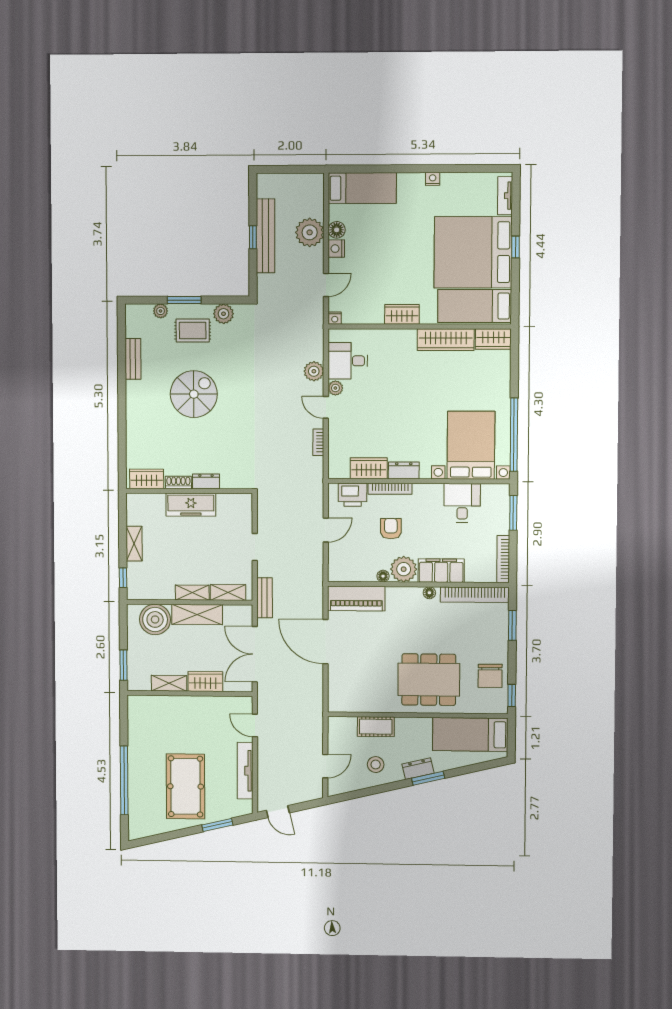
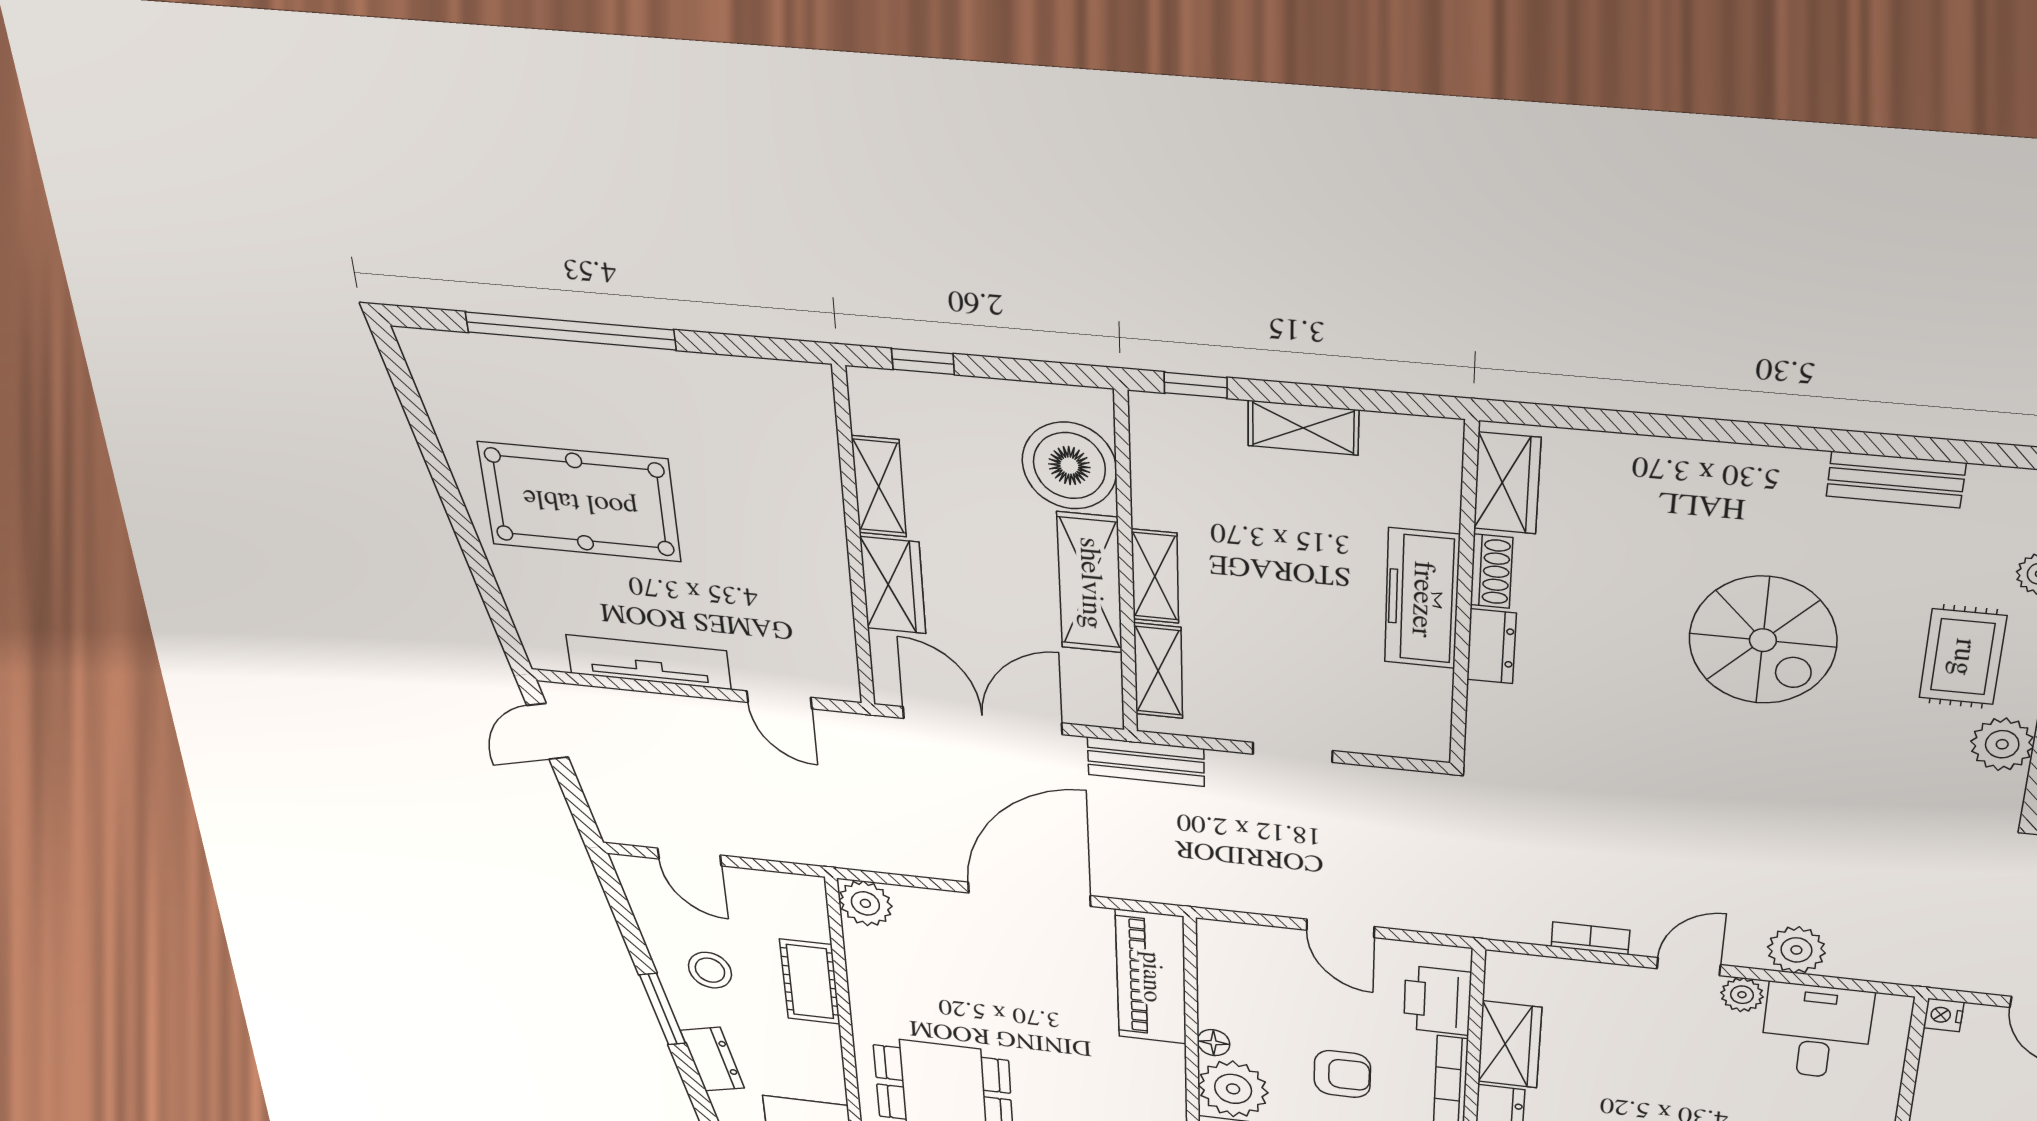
window: (123, 665) -> (923, 362), width x0.67
plant: (337, 702) -> (865, 903), added
door: (255, 726) -> (779, 700), swing flipped
window: (428, 778) -> (663, 1009), moved
window: (217, 825) -> (483, 575), removed

